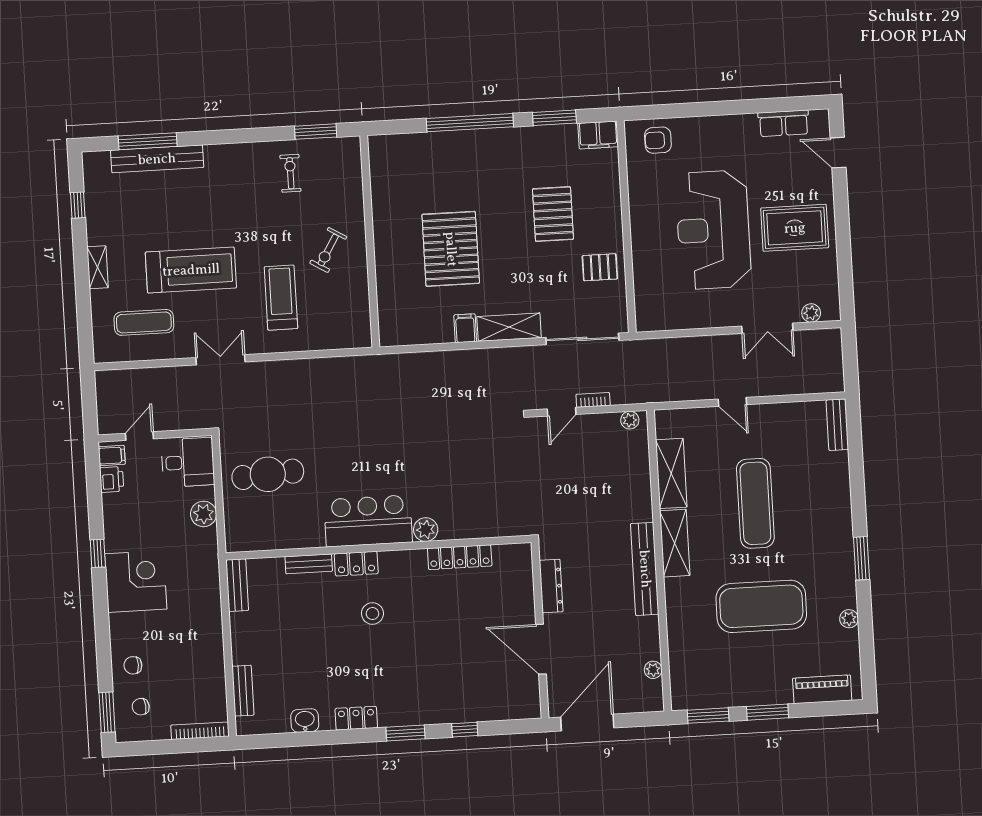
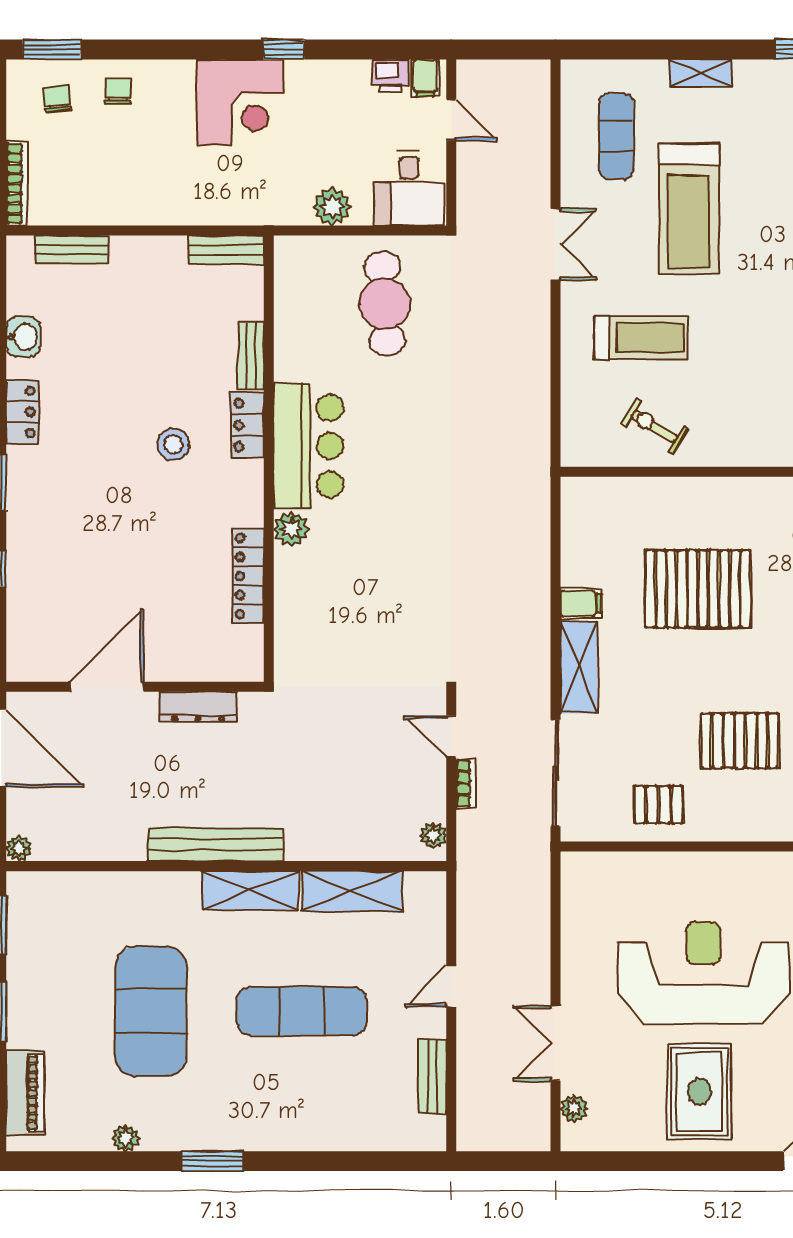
exercise bike: (328, 250) -> (655, 426), moved
pallet: (600, 267) -> (658, 805), turned 90
bench: (837, 425) -> (432, 1076), moved, turned 90
plant: (653, 670) -> (19, 848), moved

